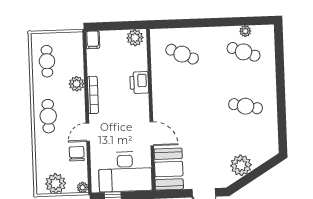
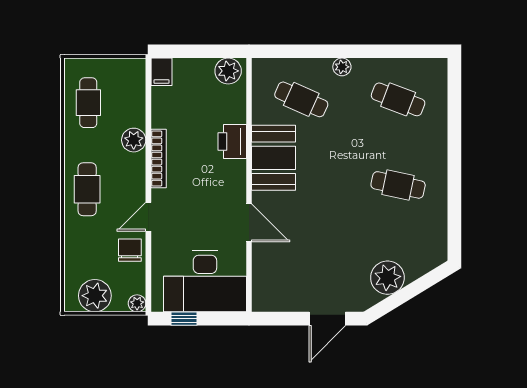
plant: (245, 31) -> (342, 67), moved
booth: (169, 169) -> (274, 158), moved

